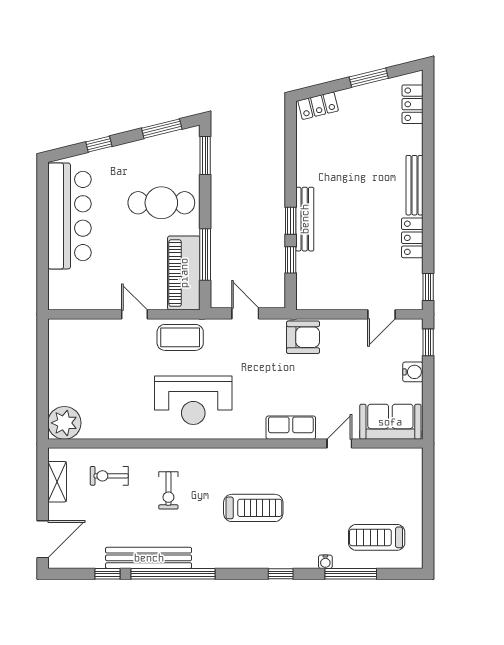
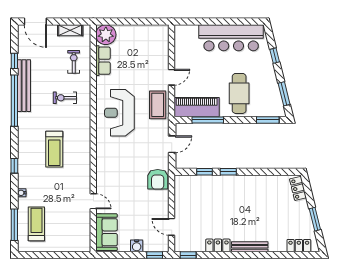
bench: (305, 219) -> (229, 180), removed
row of seats: (291, 428) -> (103, 61), moved
window: (351, 574) -> (14, 225), moved

